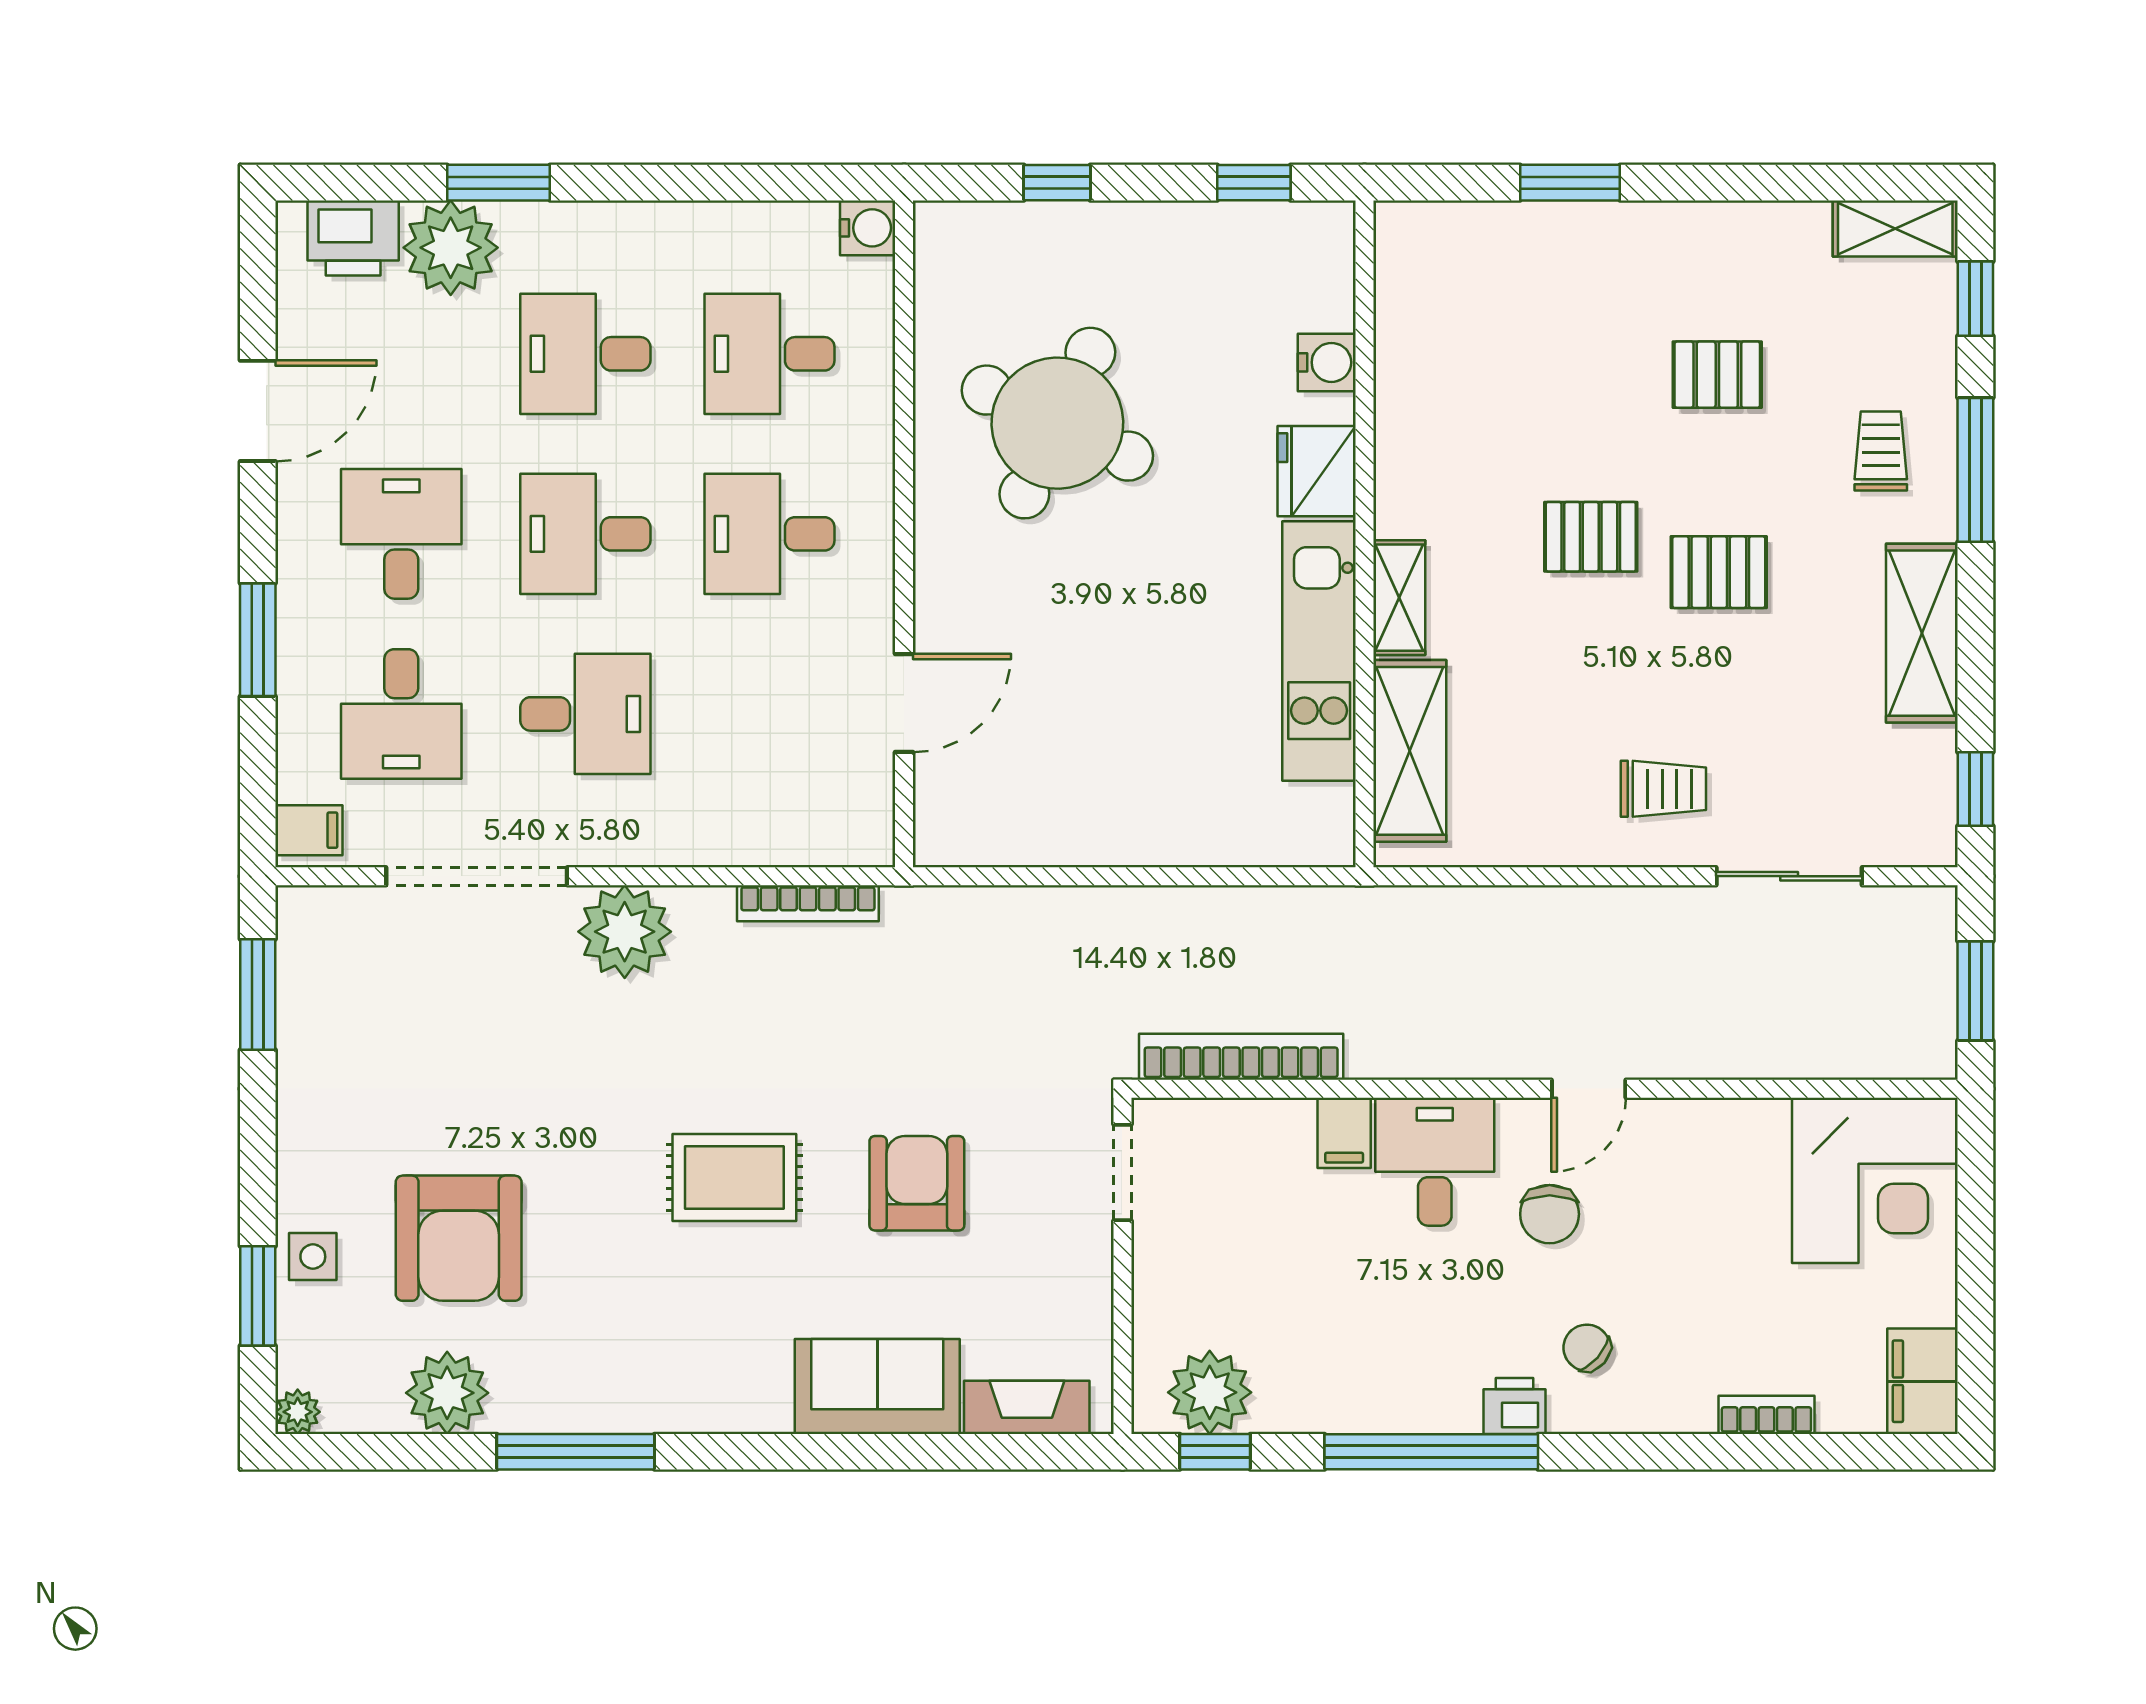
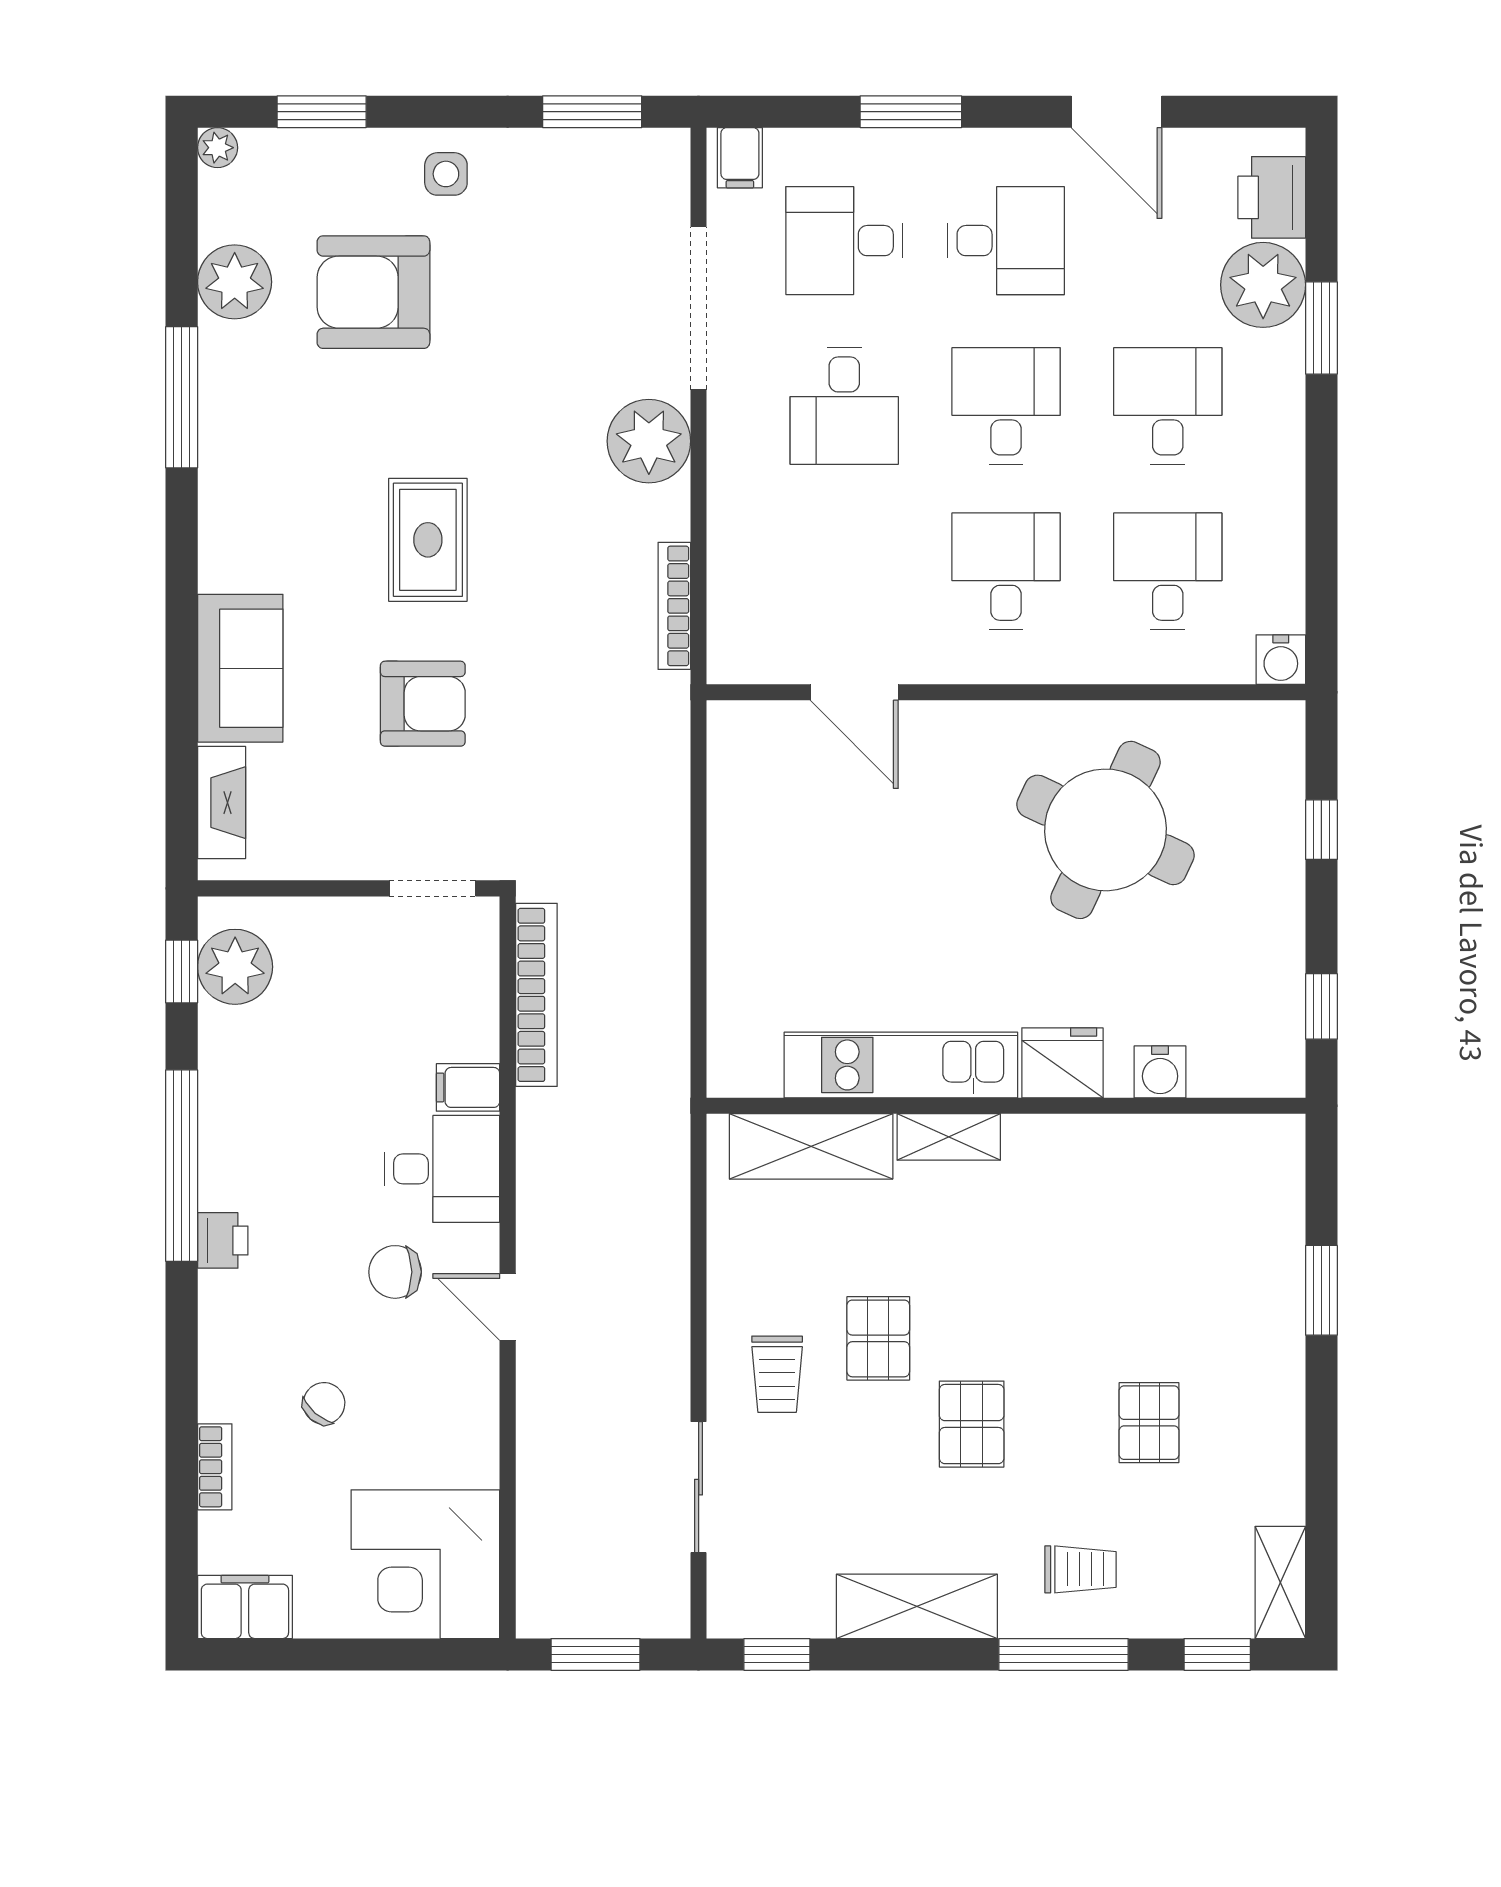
pallet: (1591, 537) -> (878, 1338), moved
side table: (313, 1257) -> (446, 174), moved
chair: (1587, 1348) -> (324, 1403), moved

